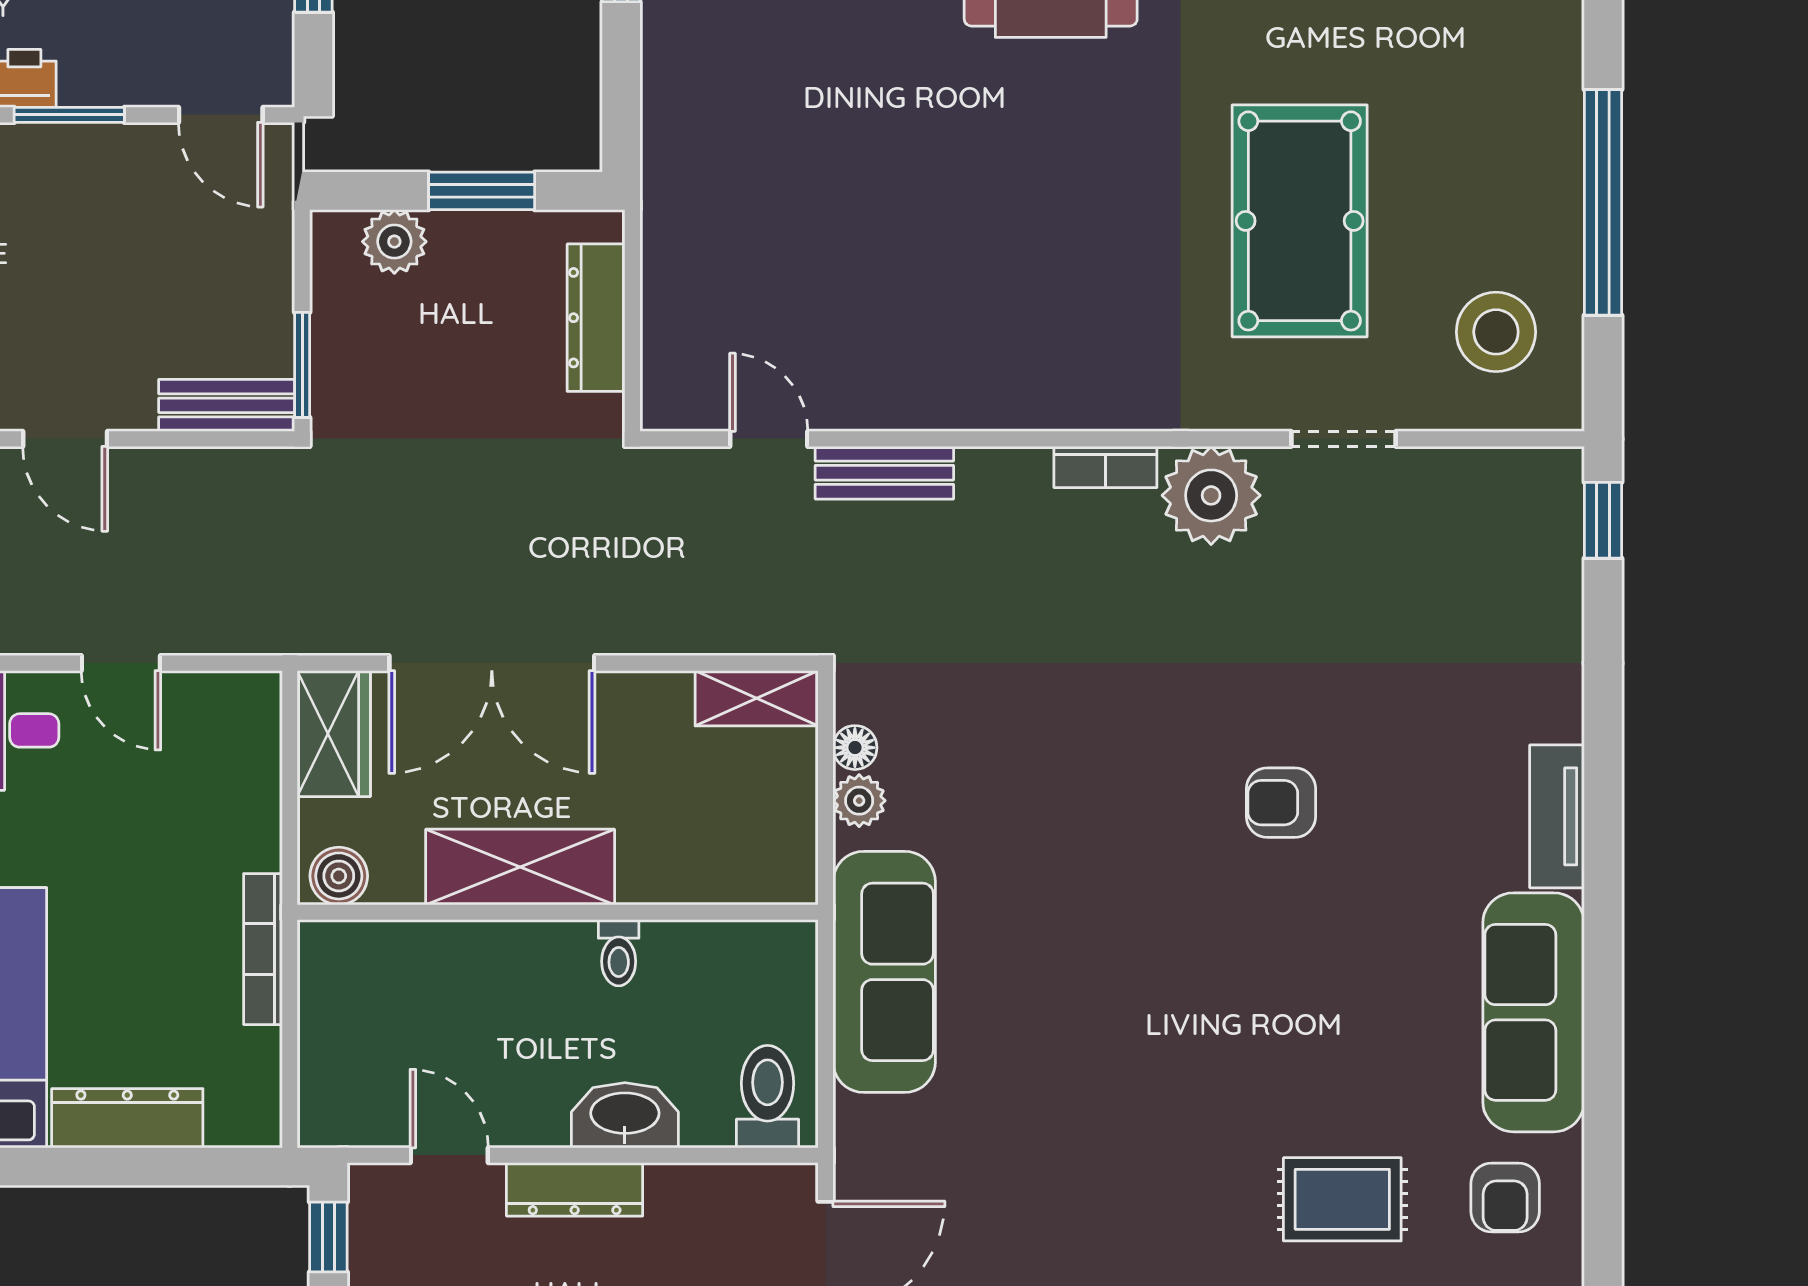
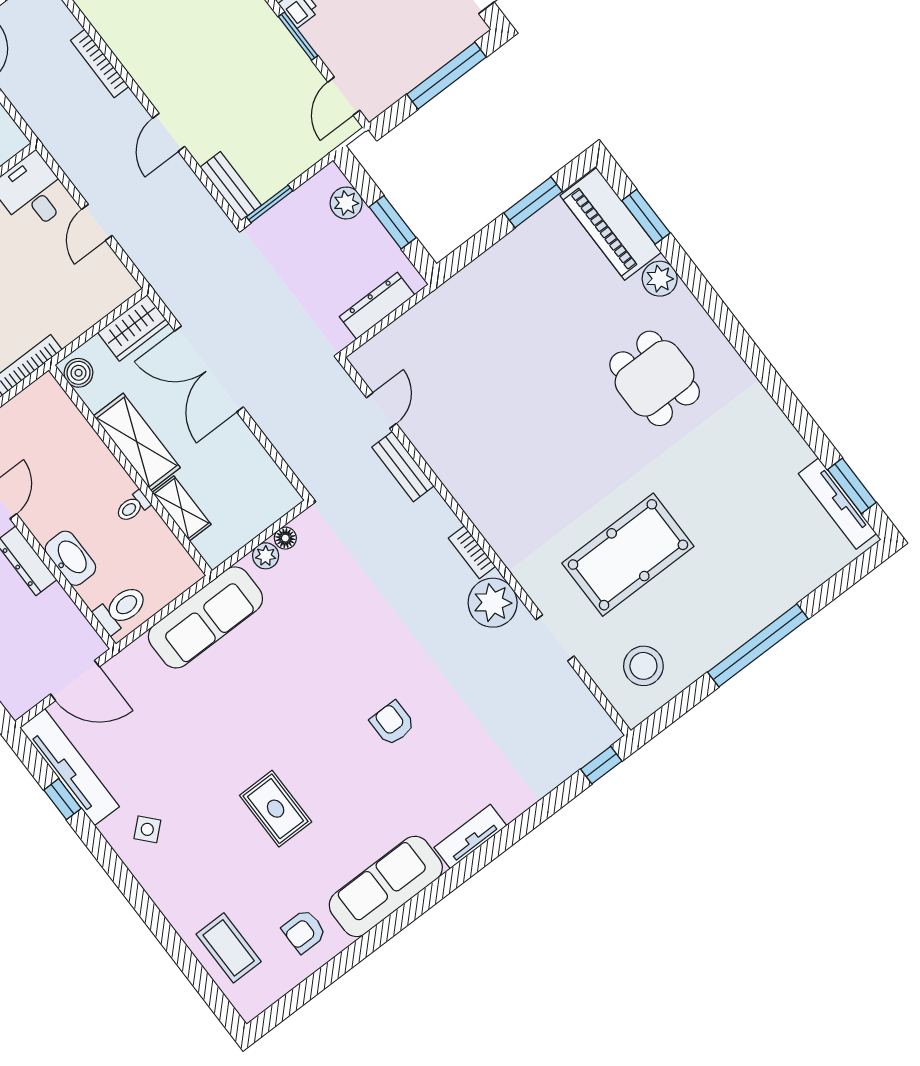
window: (1603, 202) -> (758, 645), moved
shelving: (757, 698) -> (182, 508), moved
rug: (1342, 1199) -> (276, 809), moved

